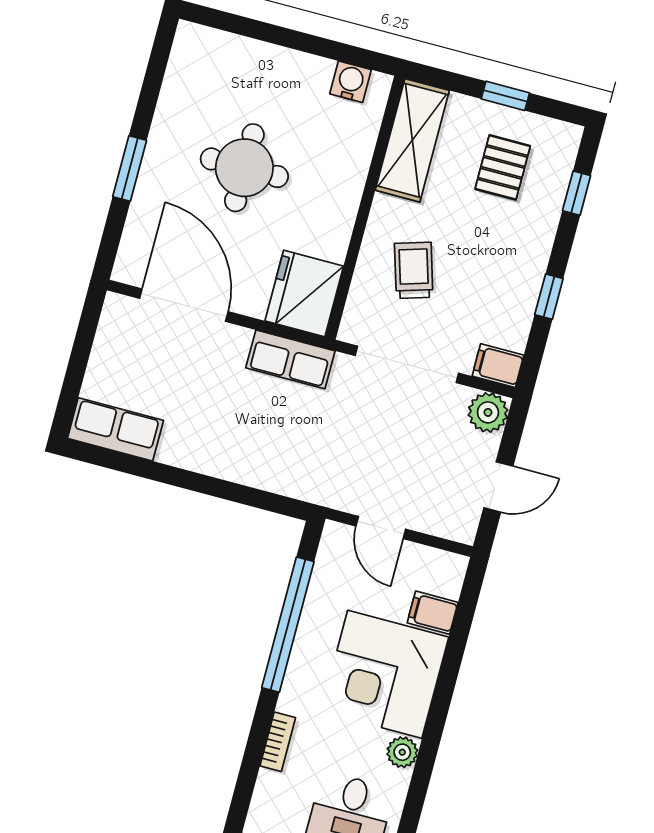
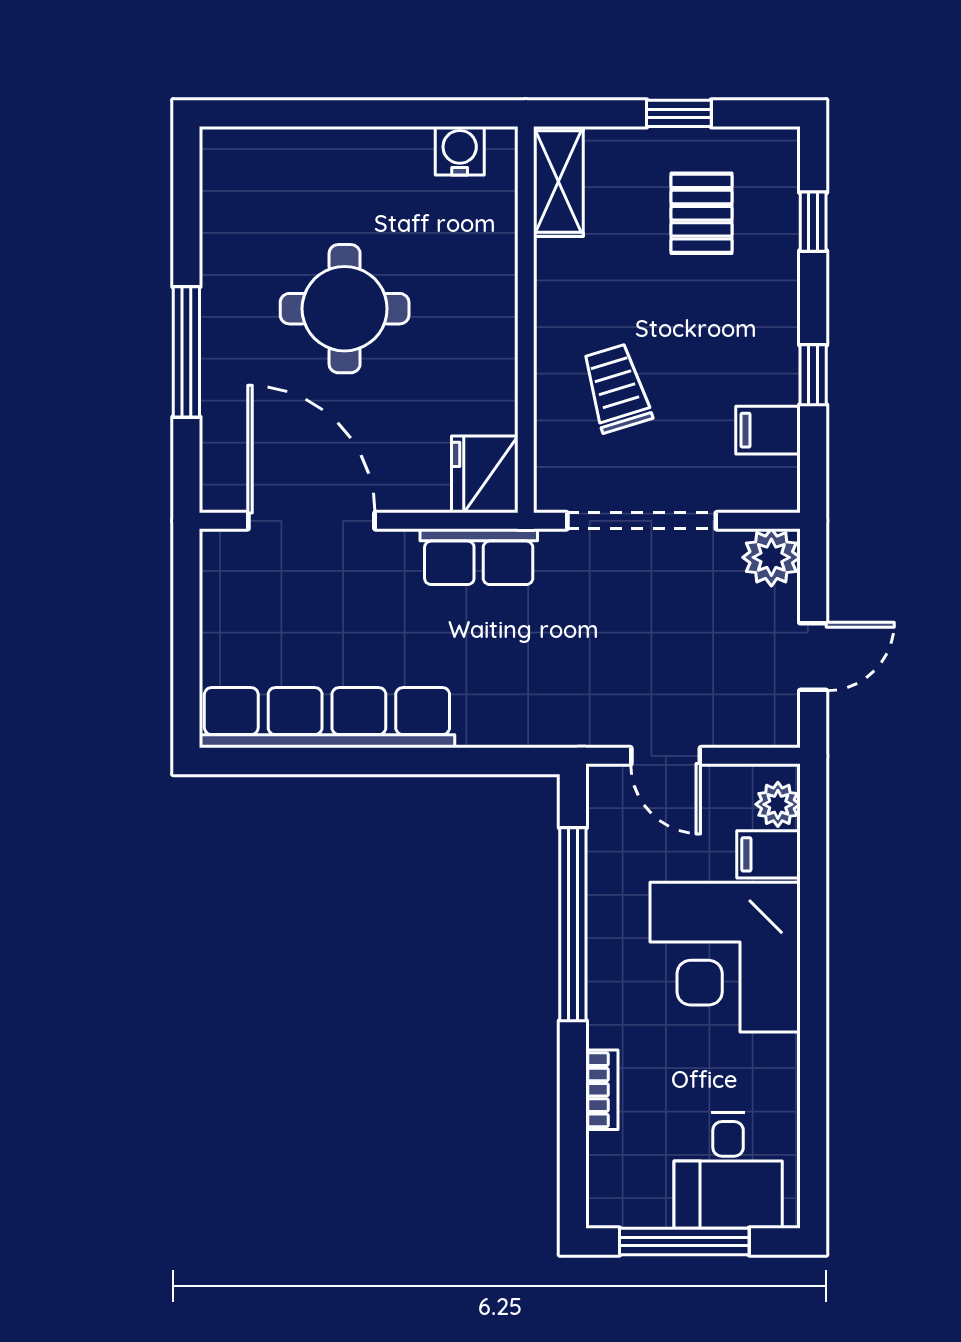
shelving: (412, 140) -> (558, 181), width x0.67, depth x0.75
window: (130, 168) -> (186, 352), width x1.44
fridge: (304, 293) -> (485, 474), width x0.73, depth x0.75
filing cabinet: (498, 366) -> (768, 430), moved
row of seats: (115, 429) -> (327, 718), width x2.02
plant: (402, 752) -> (778, 804), moved

